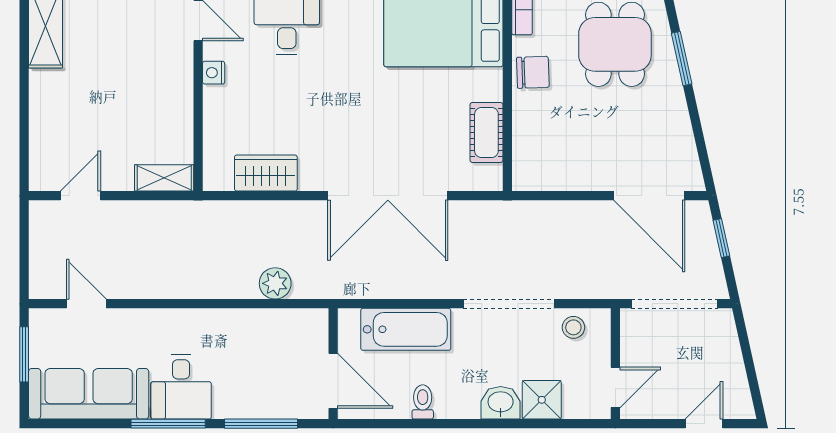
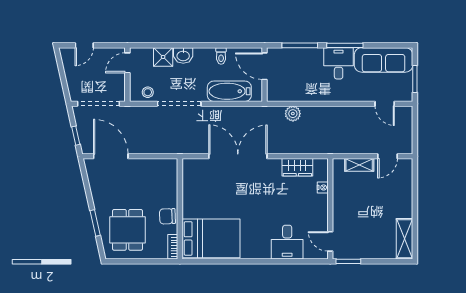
nightstand: (214, 73) -> (323, 187), moved
cot: (486, 133) -> (190, 187), removed
shelving: (164, 178) -> (359, 165), moved

